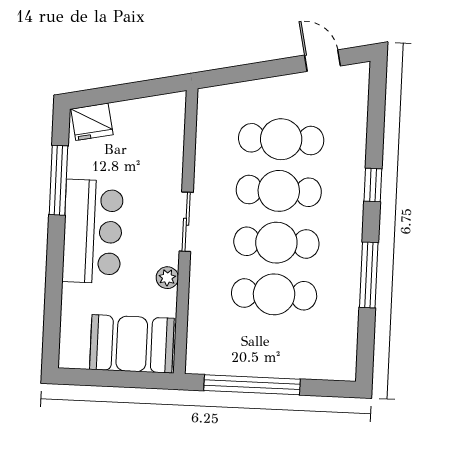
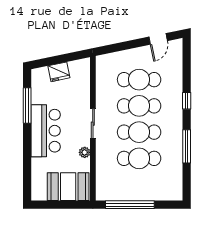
door: (322, 61) -> (158, 39), swing flipped
fridge: (92, 122) -> (59, 72), moved

